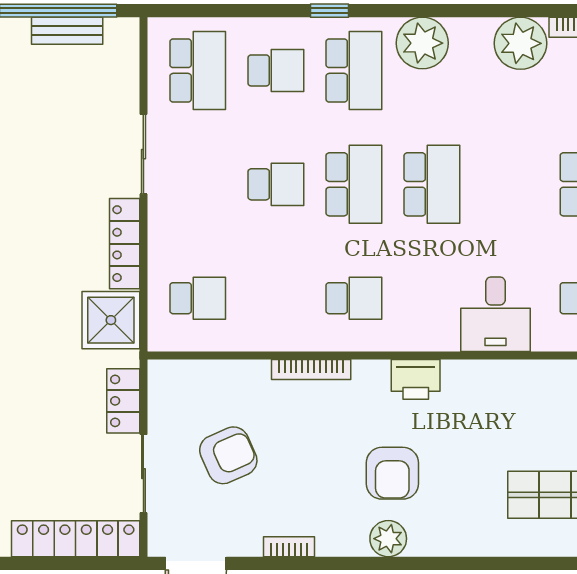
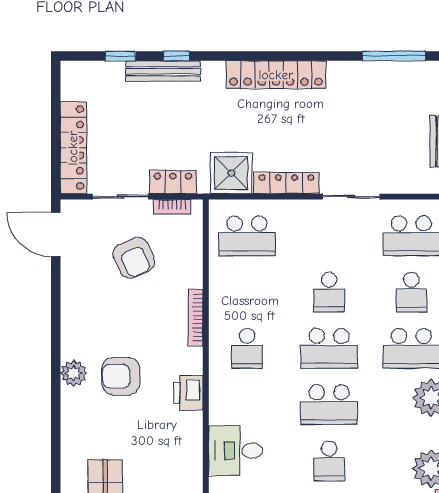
school desk: (510, 184) -> (329, 461), added
school desk: (198, 298) -> (247, 236), width x1.85
bookcase: (289, 547) -> (172, 207), moved, turned 90

